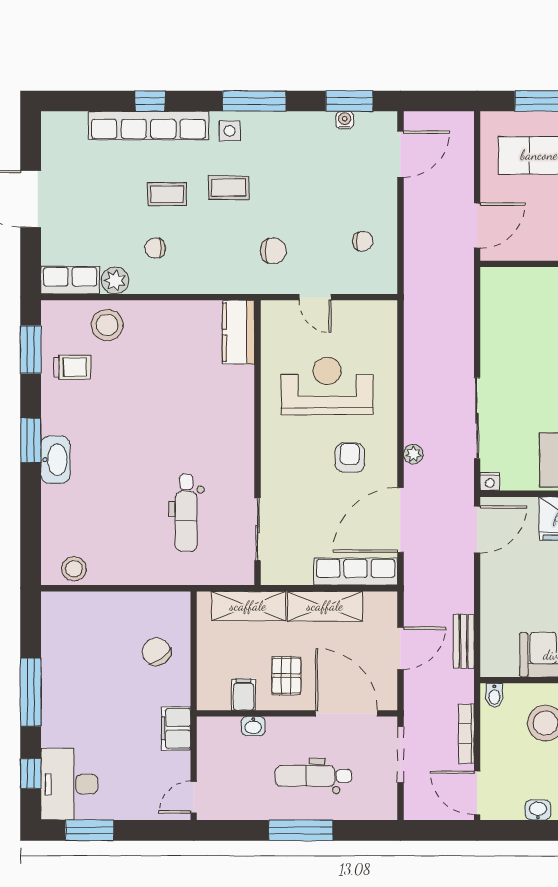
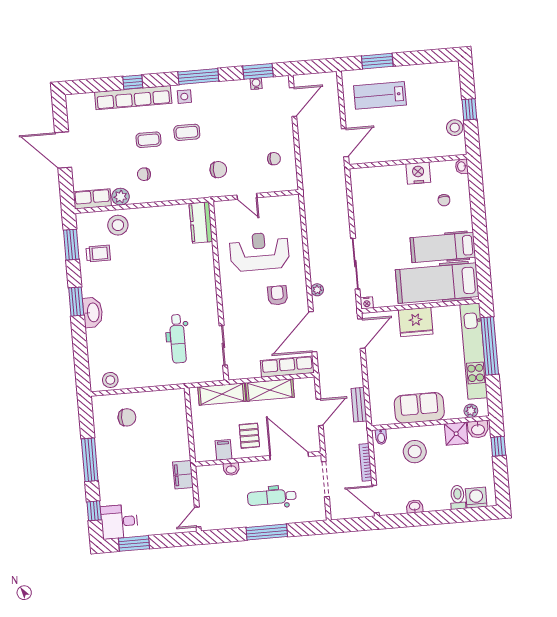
chair: (156, 652) -> (127, 417), moved, turned 126
desk: (69, 784) -> (119, 522), width x0.73

